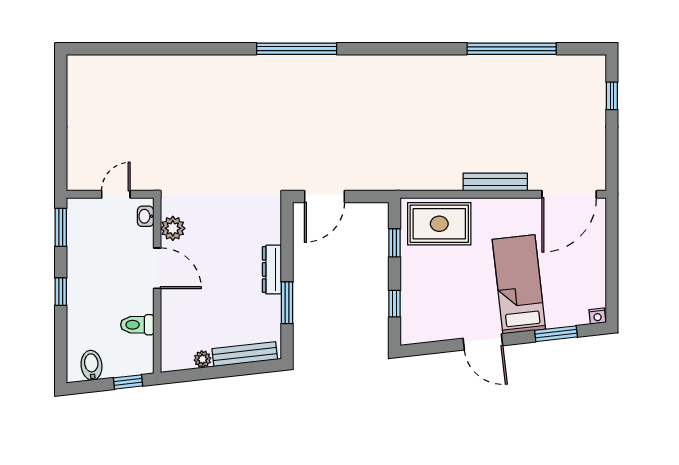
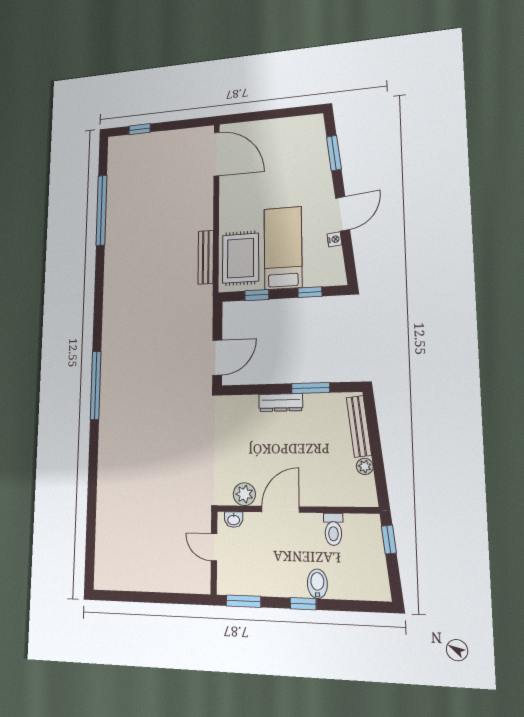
bench: (495, 182) -> (206, 257), moved
door: (324, 197) -> (217, 358), hinge flipped
bed: (519, 284) -> (283, 248), moved, turned 96
nightstand: (597, 316) -> (334, 239), moved
bidet: (91, 365) -> (317, 584), moved, turned 96

